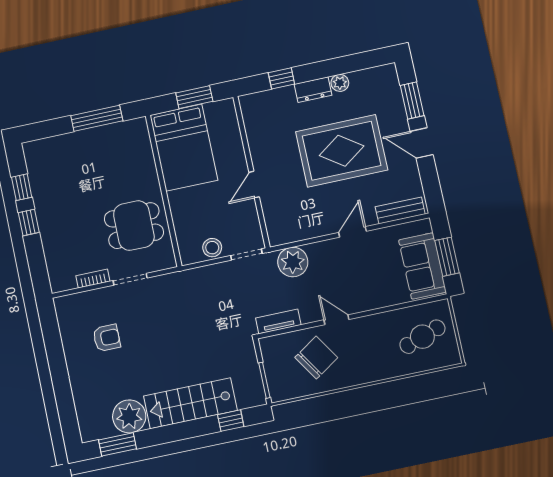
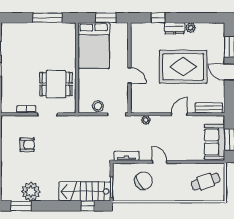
door: (254, 185) -> (129, 75), swing flipped
plant: (293, 262) -> (146, 120), width x0.53, depth x0.53
stairs: (190, 403) -> (85, 191), moved

